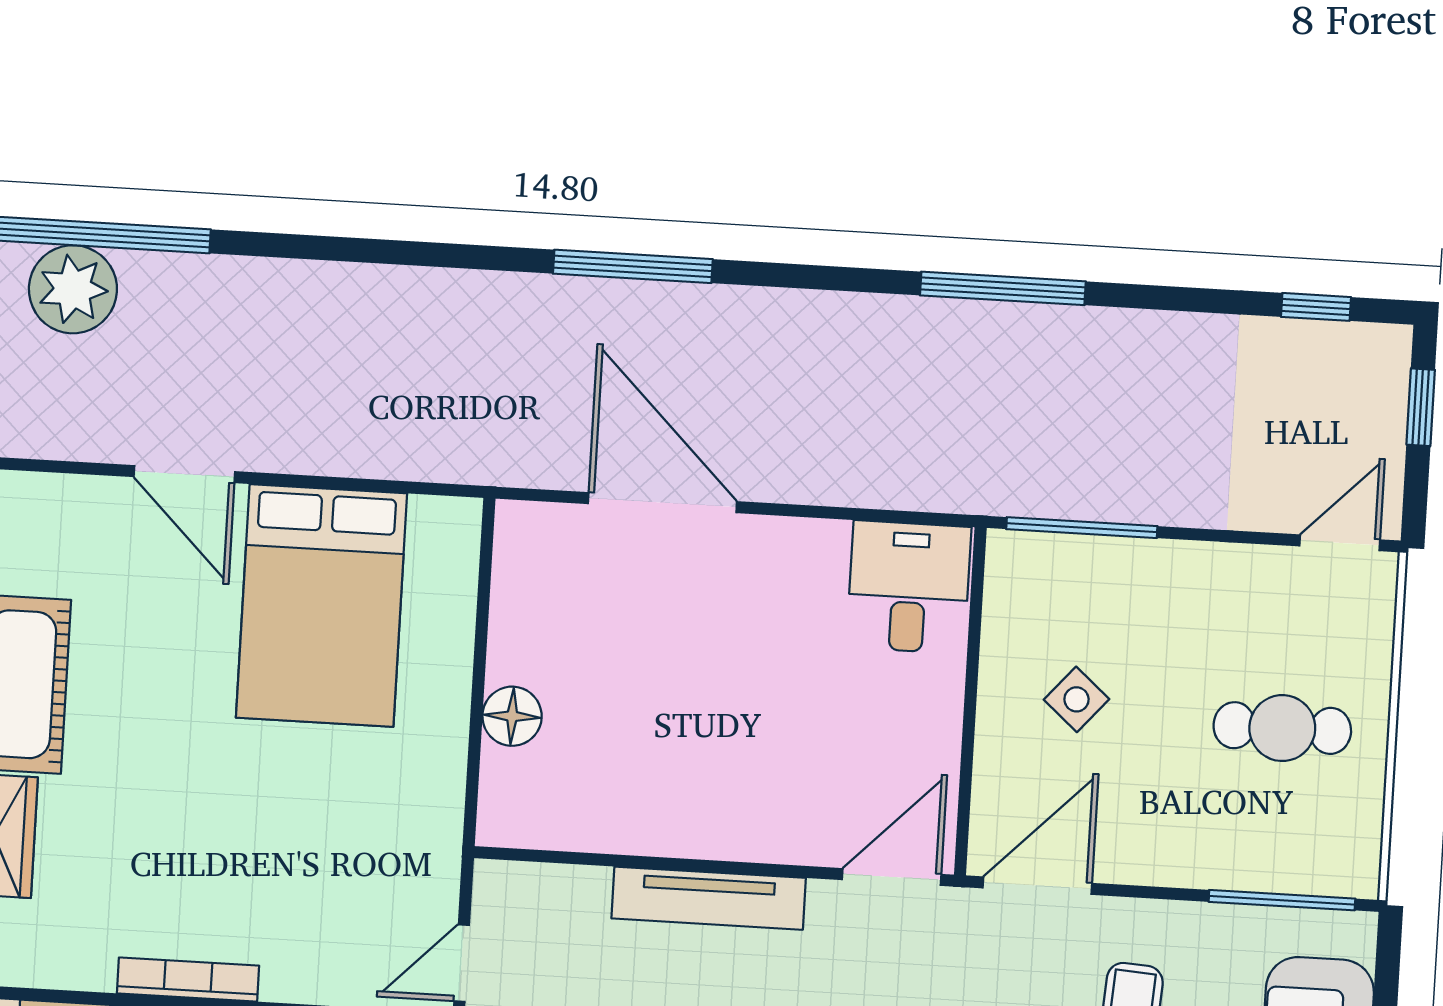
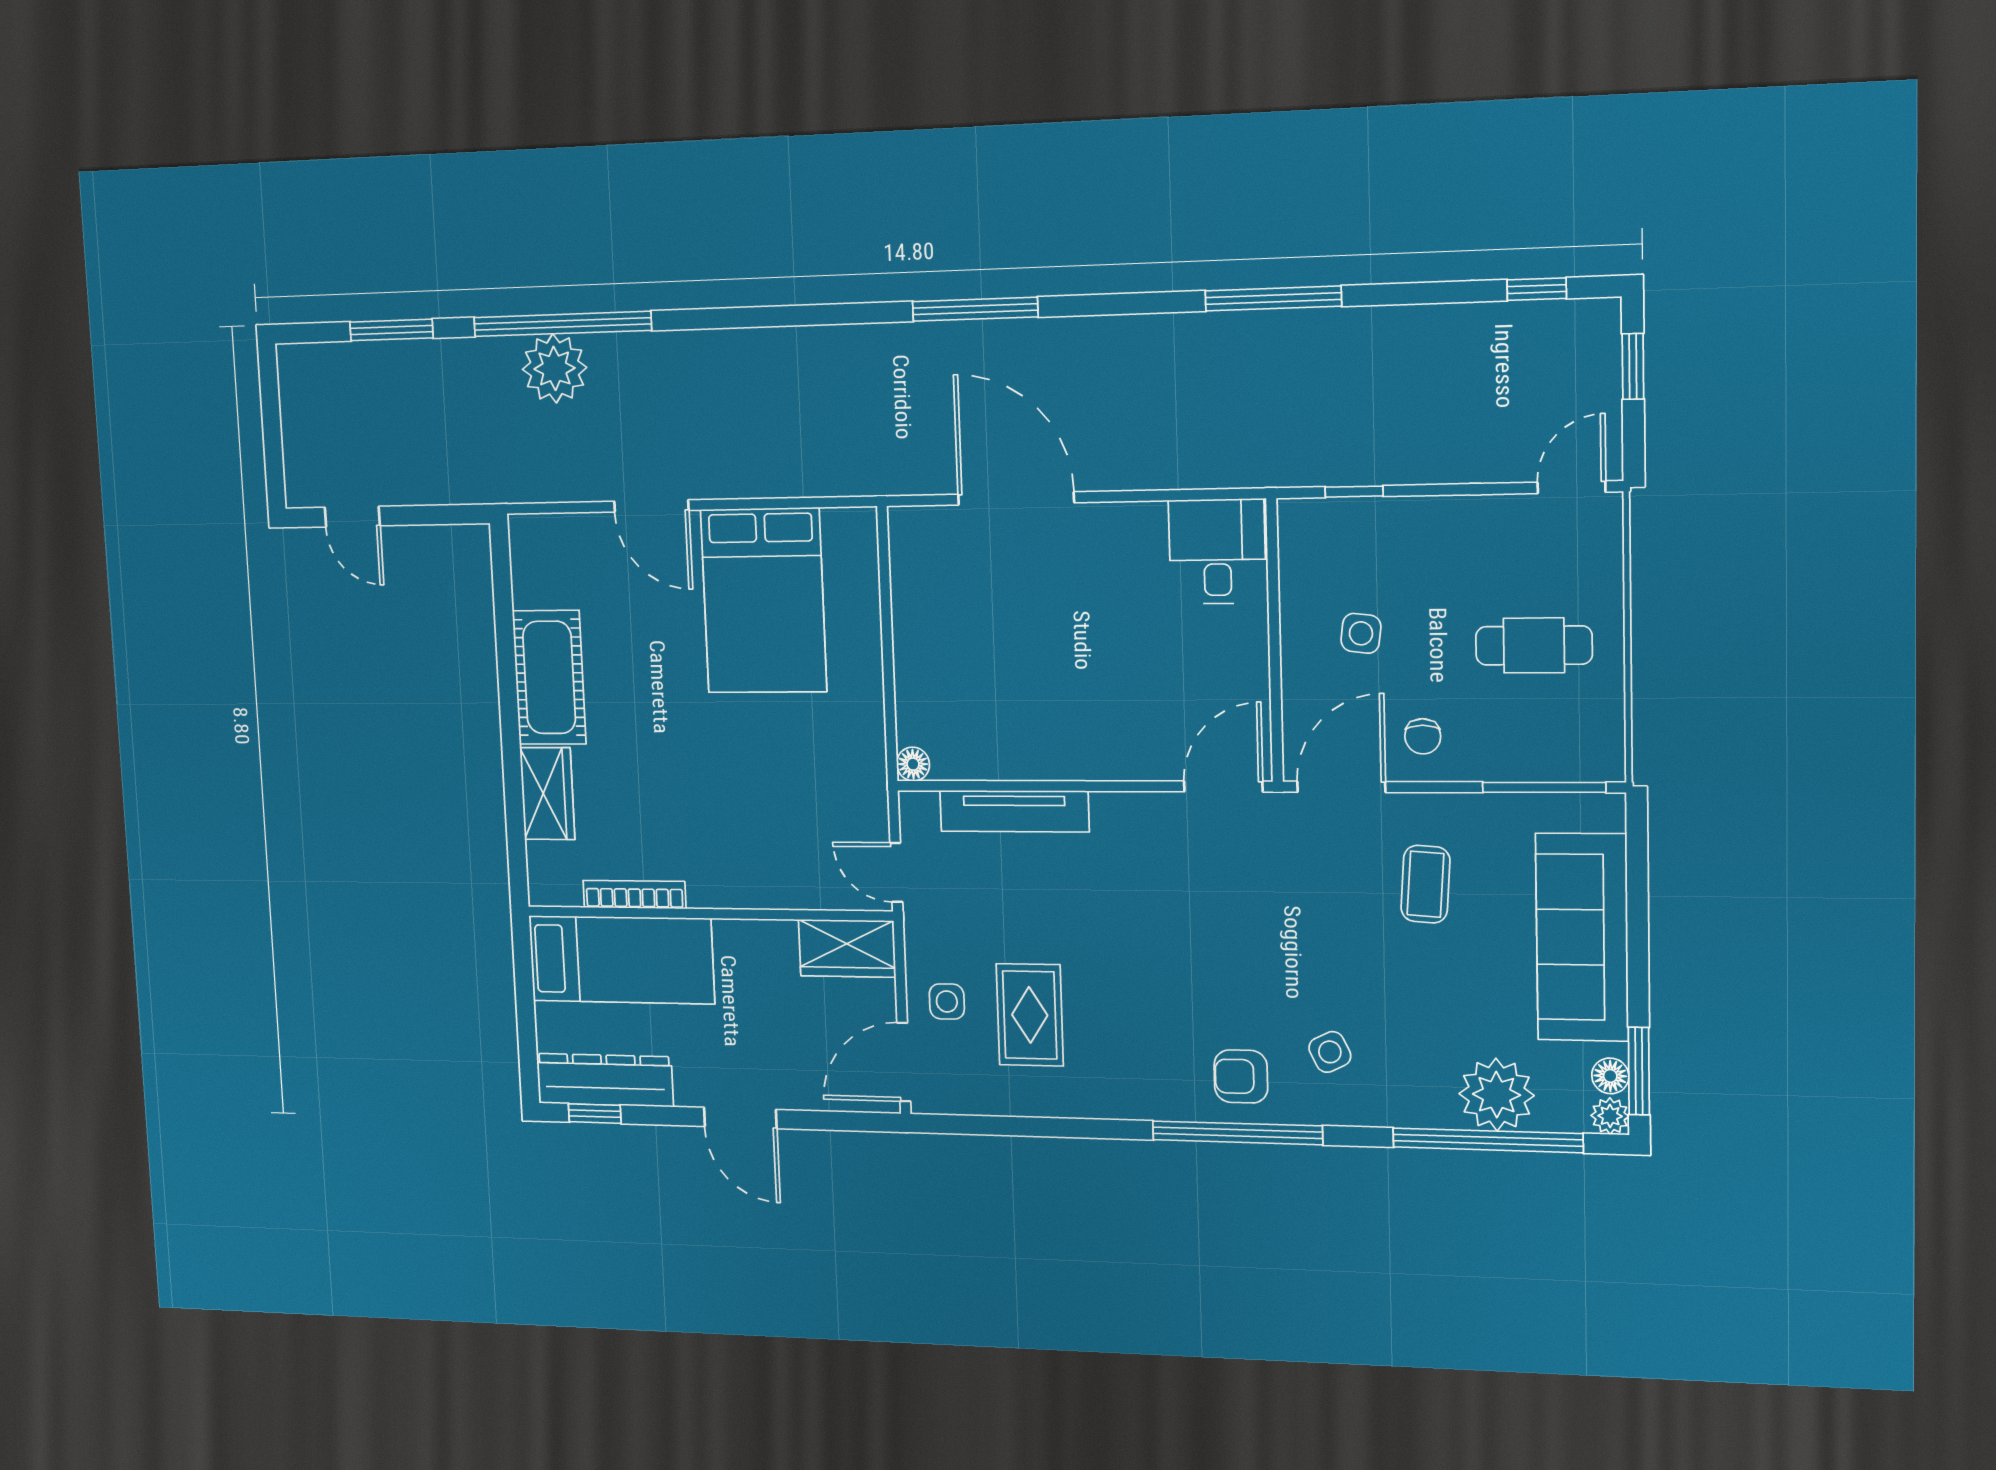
window: (1082, 528) -> (1354, 492), width x0.46
side table: (1076, 699) -> (1361, 633), turned -34
floor lamp: (512, 716) -> (913, 764), moved, width x0.73, depth x0.73
chair: (1141, 830) -> (1423, 736), added
tv unit: (709, 898) -> (1014, 811), moved
door: (462, 963) -> (896, 872), hinge flipped
bookcase: (188, 979) -> (634, 895), moved

